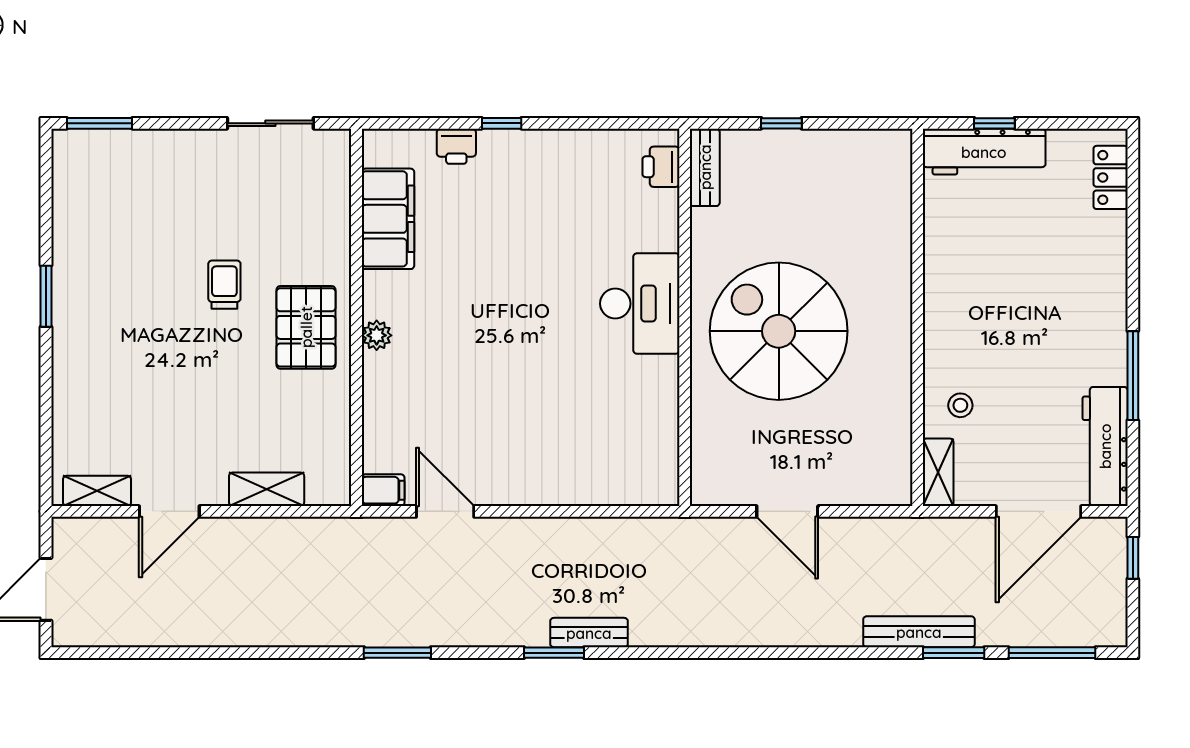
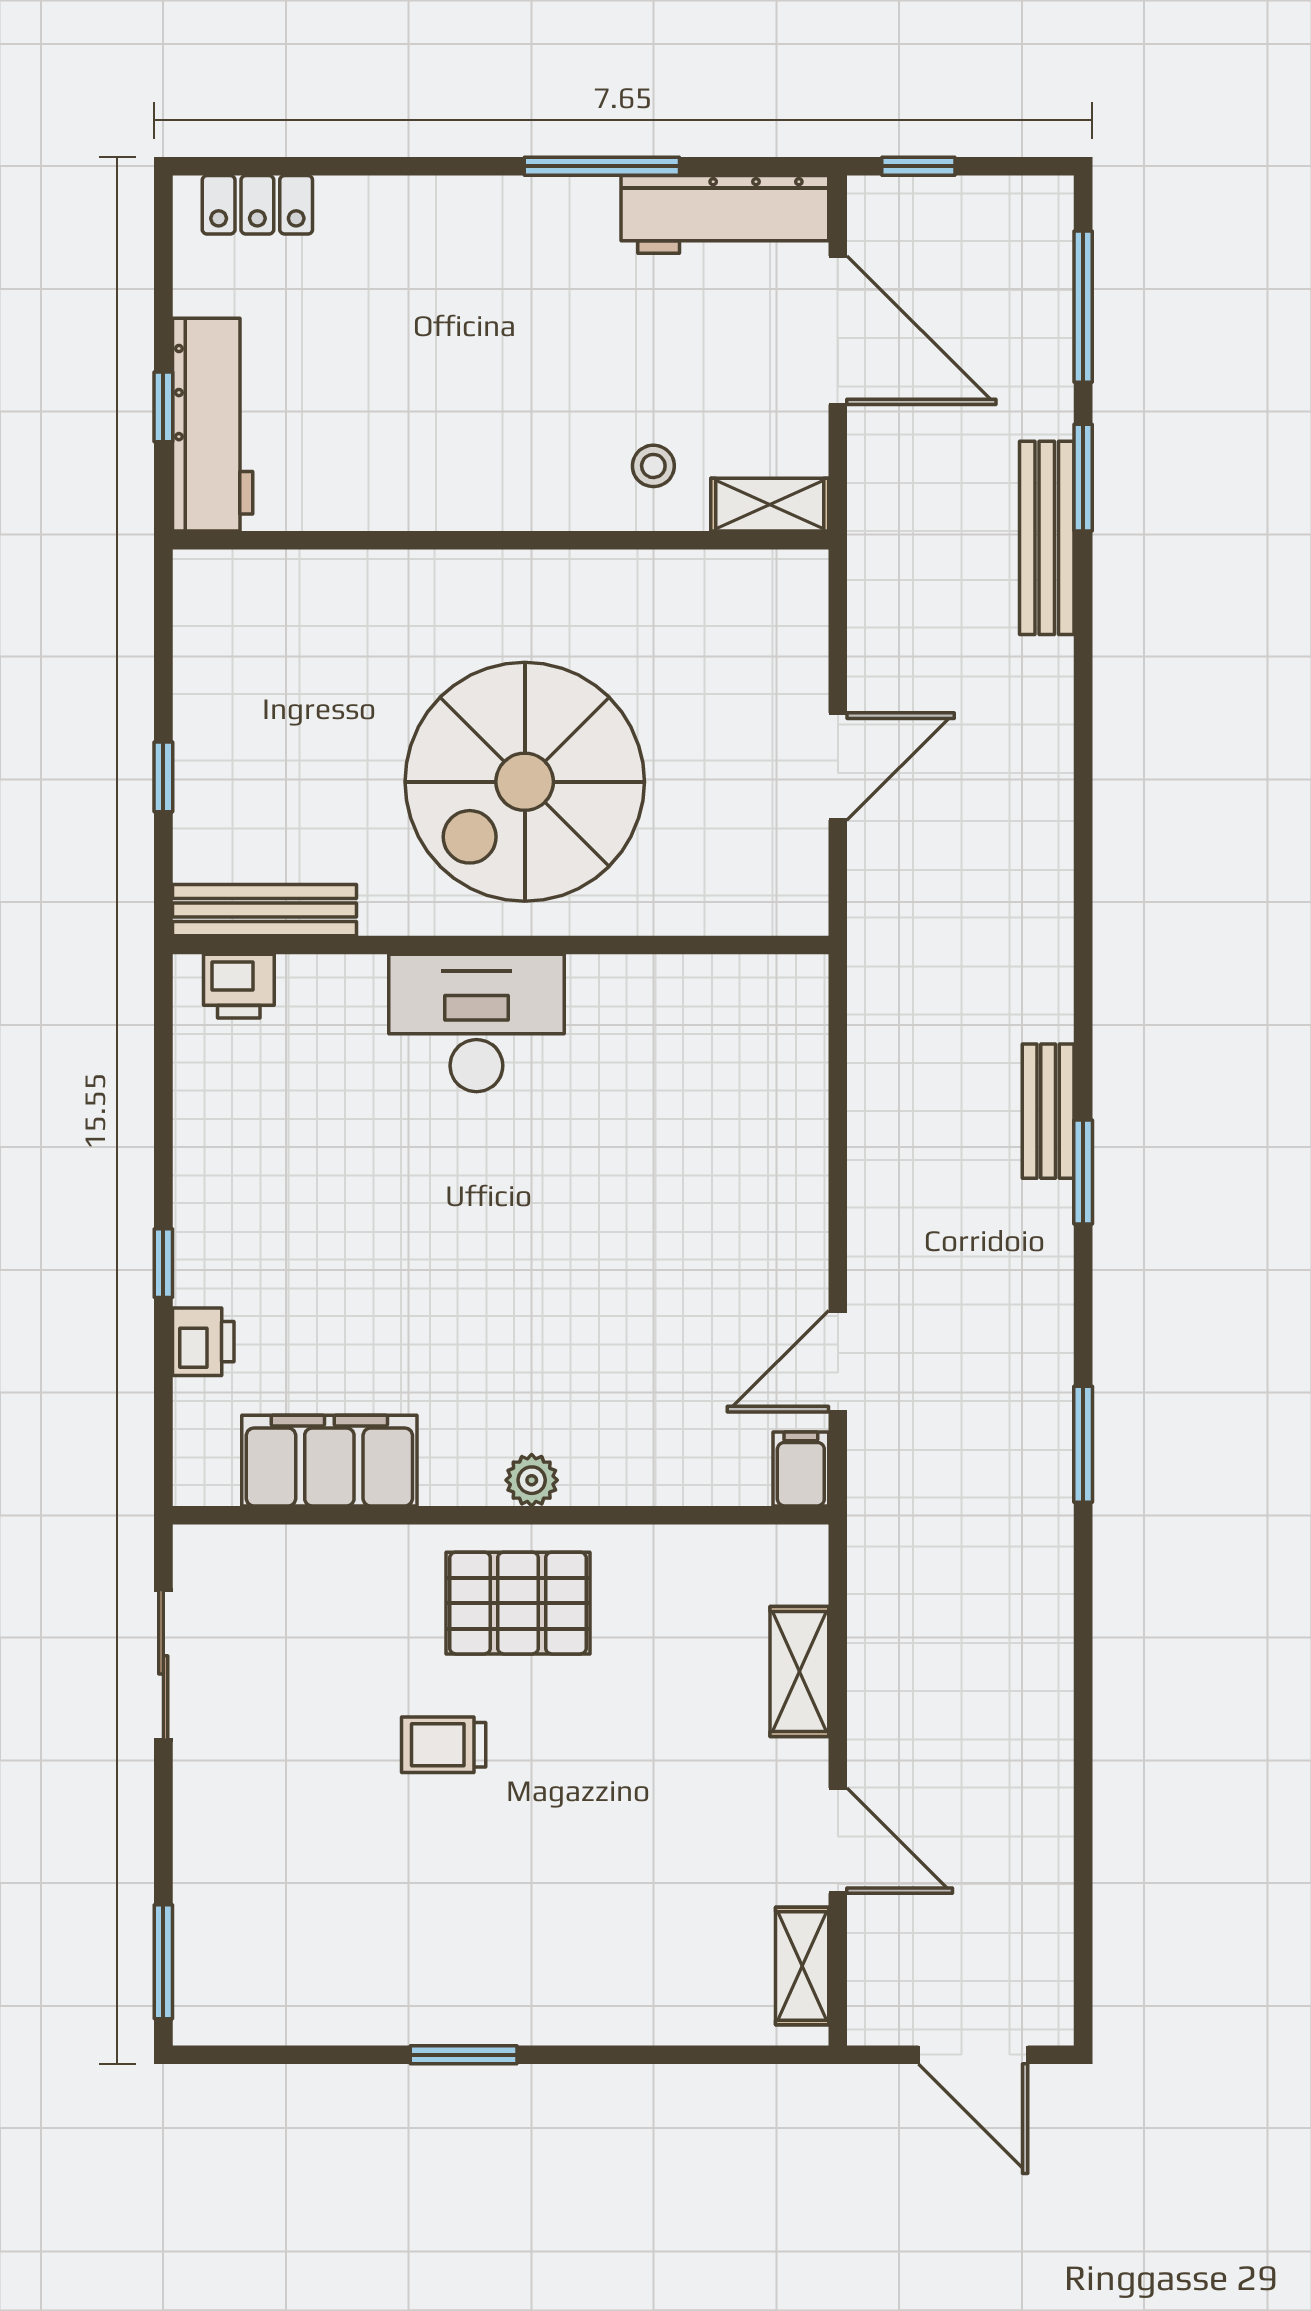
bench: (705, 167) -> (264, 910), width x1.36

